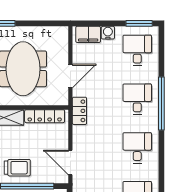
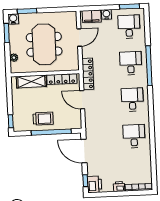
door: (70, 76) -> (79, 37), moved
locker: (79, 111) -> (88, 74), width x1.53
door: (70, 163) -> (82, 100), moved

